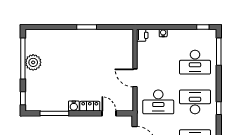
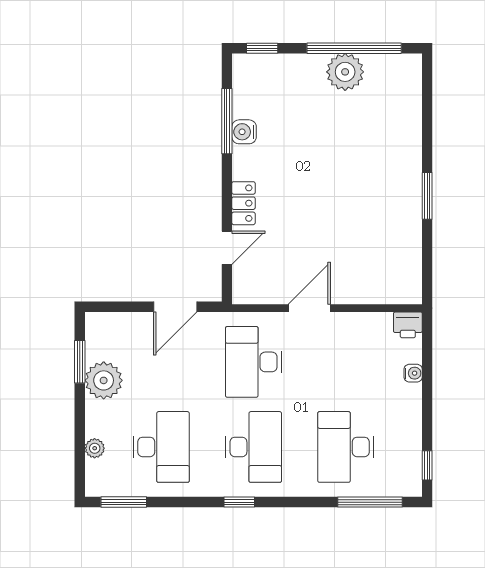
water cooler: (74, 106) -> (244, 132), moved

